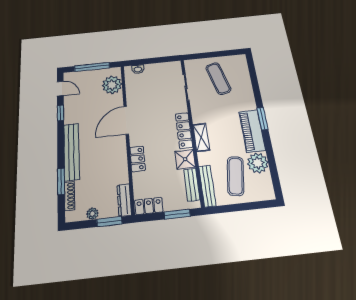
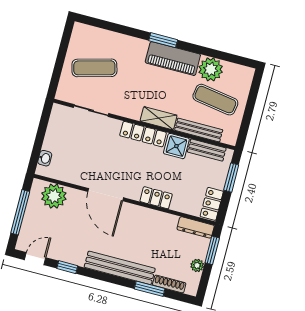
bench: (207, 186) -> (199, 130), moved

